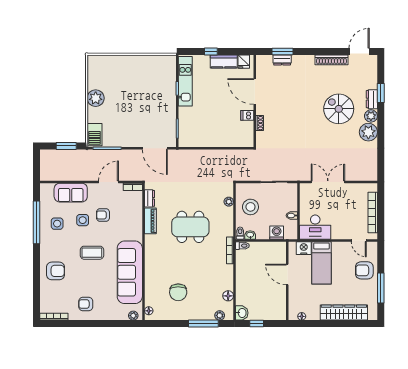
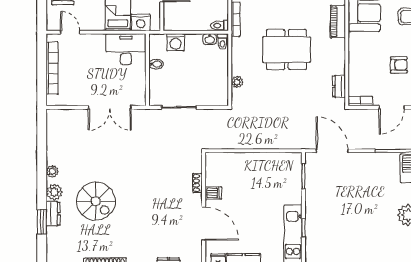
plant: (368, 132) -> (52, 171), width x0.53, depth x0.53
stool: (250, 207) -> (209, 75), removed
piano: (150, 221) -> (338, 22), moved

